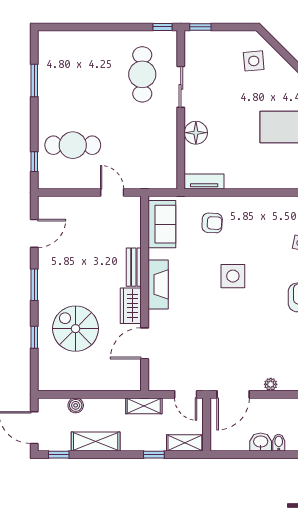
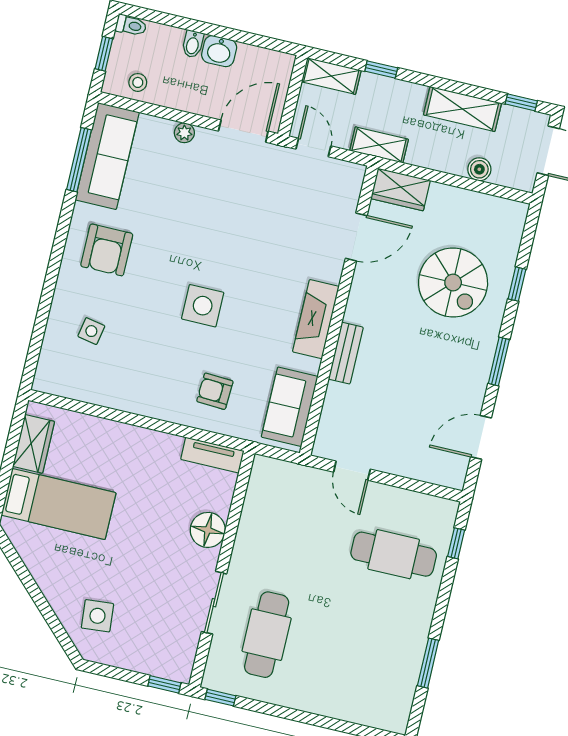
wardrobe: (131, 306) -> (401, 189), moved, turned 90

